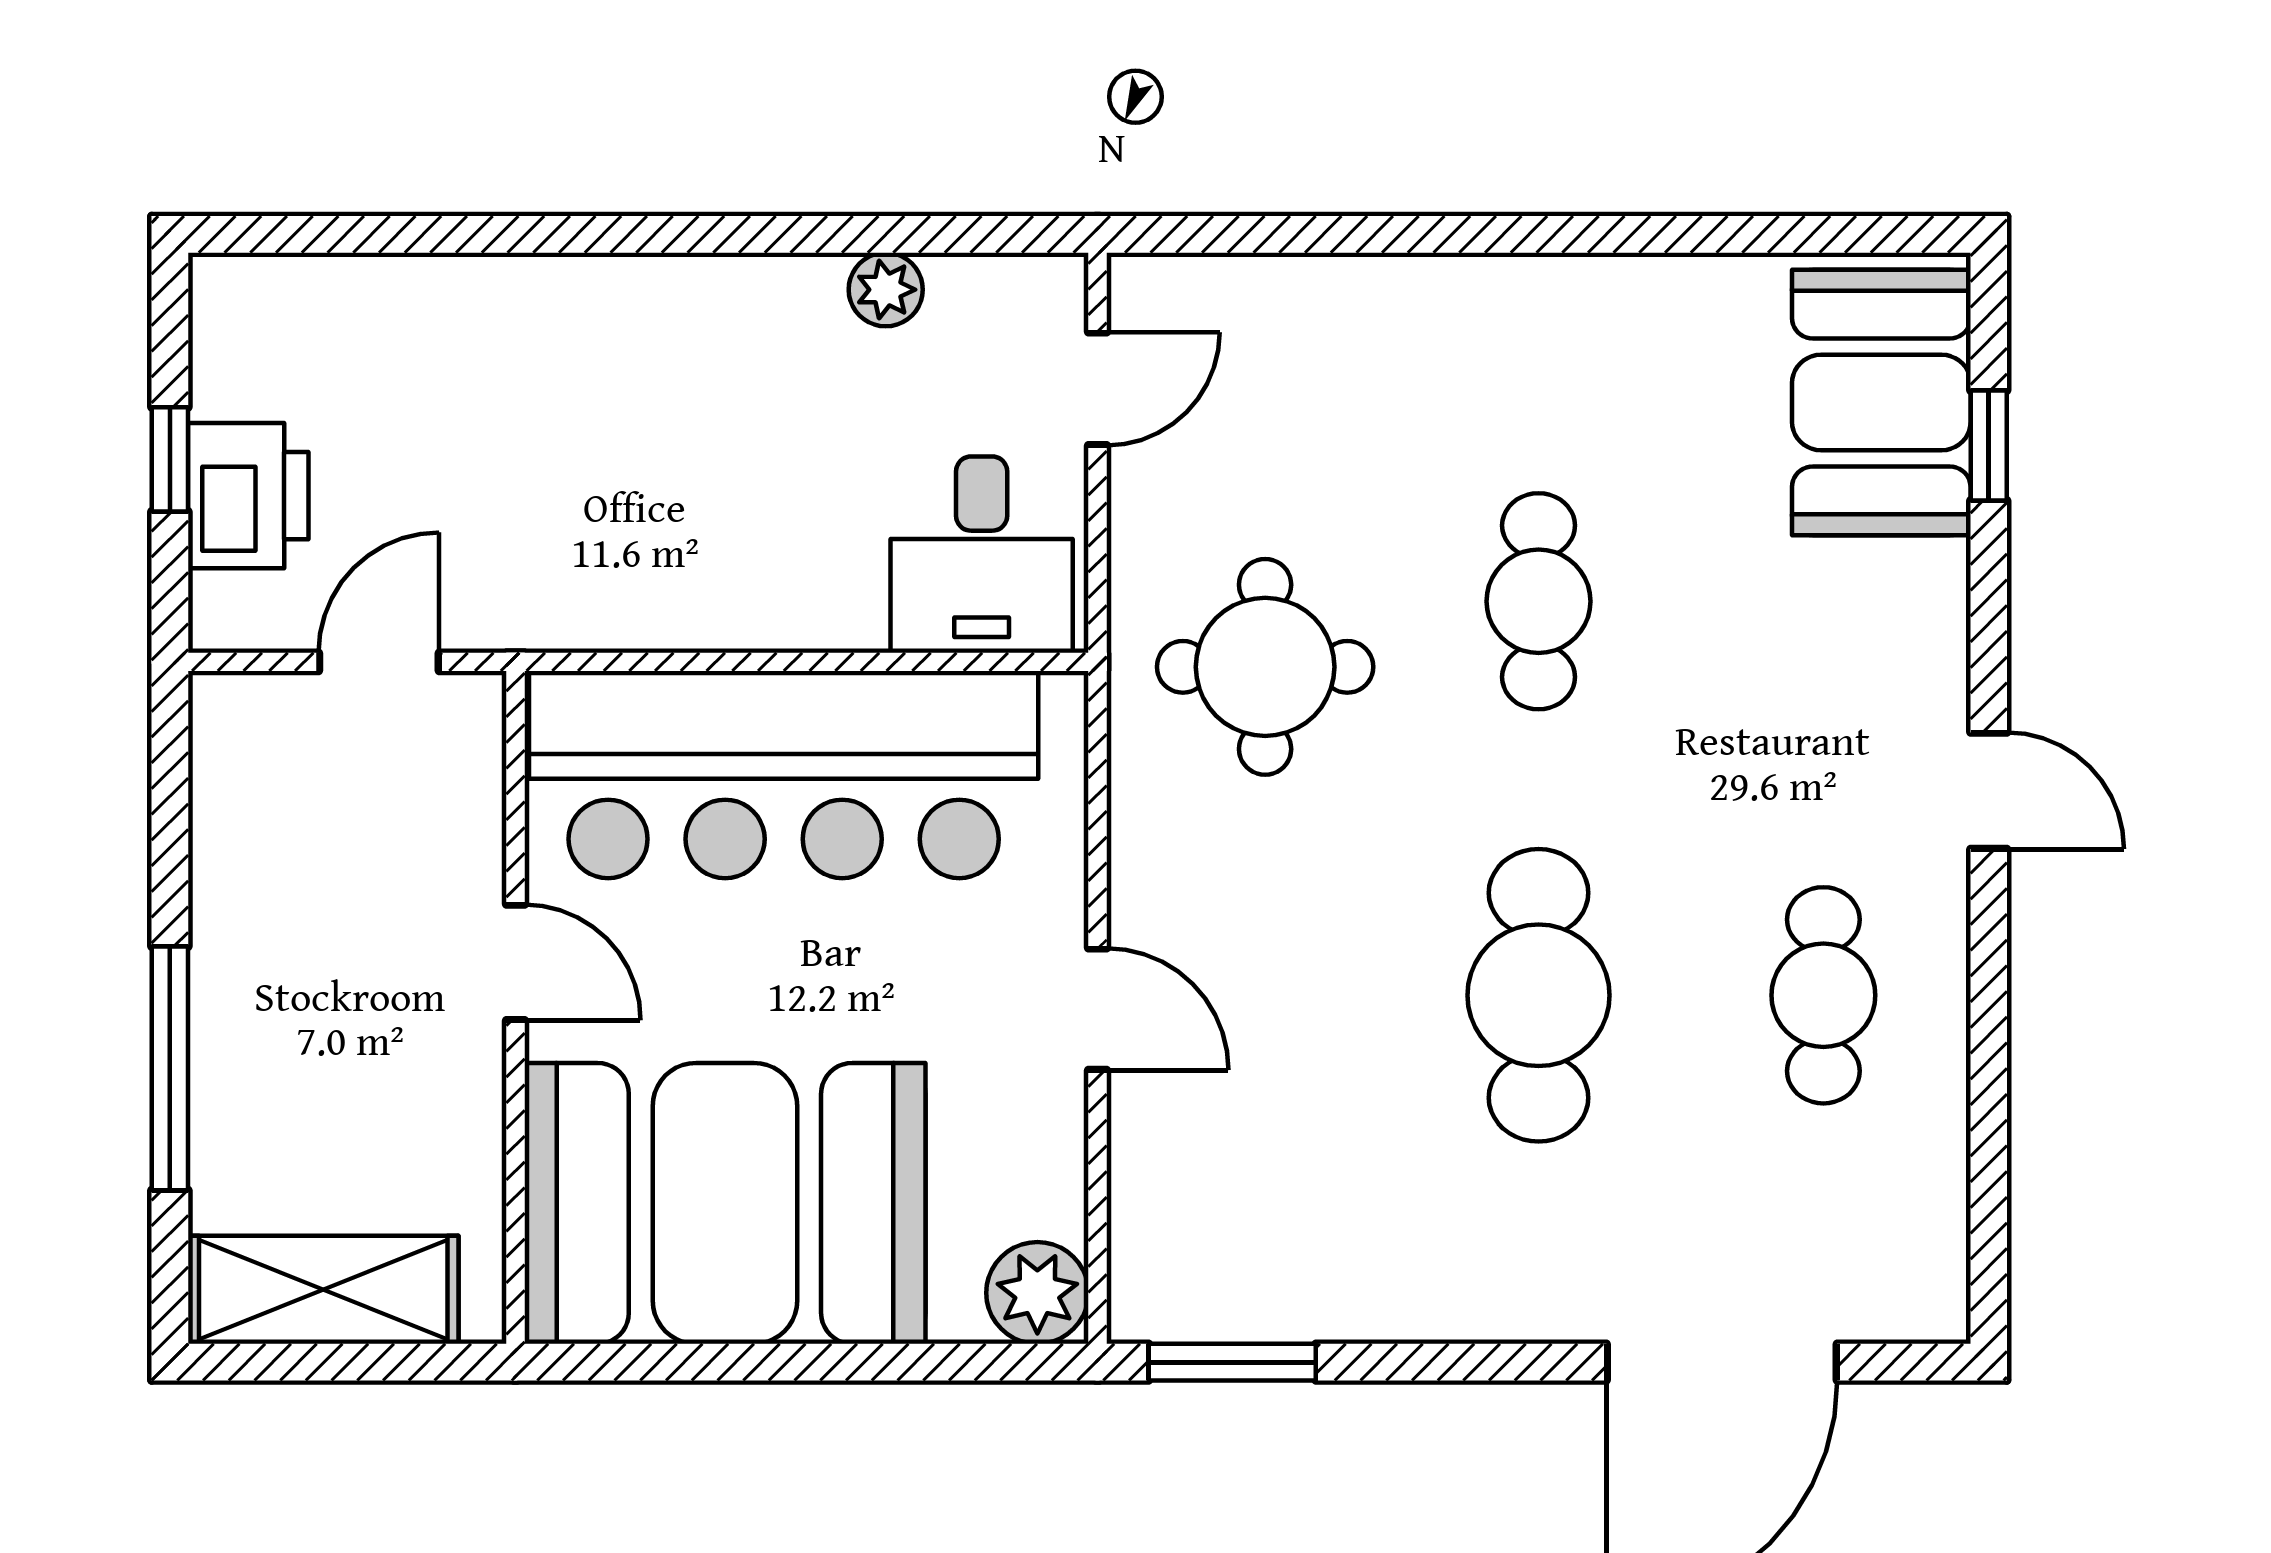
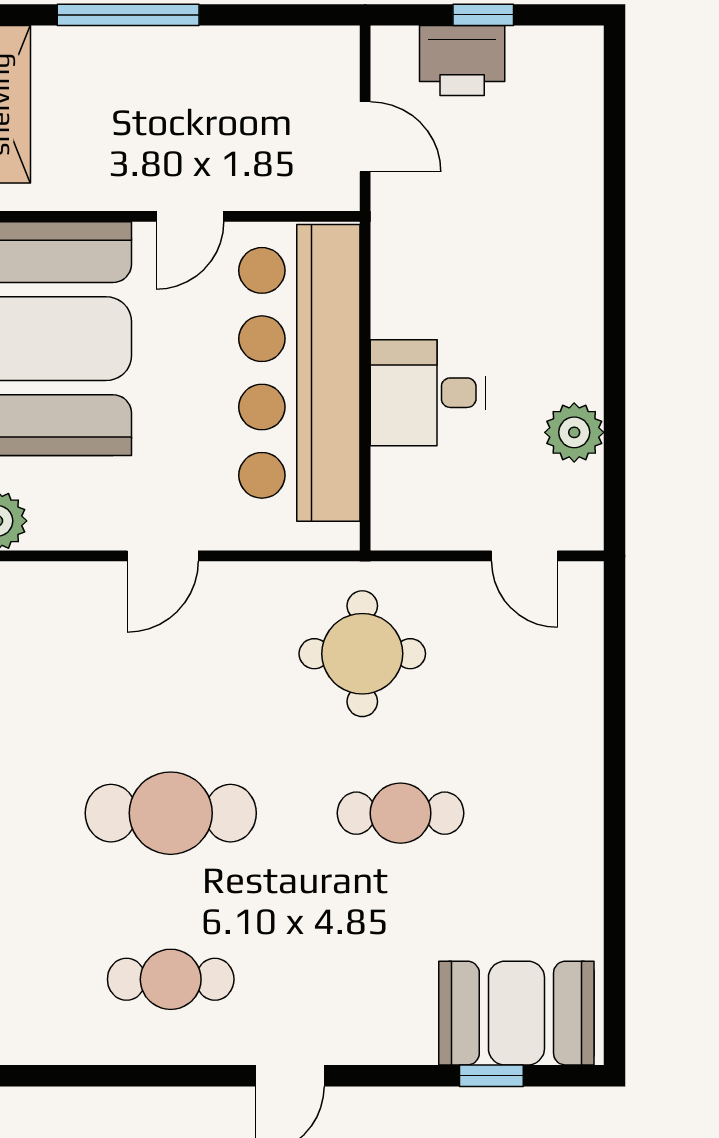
plant: (886, 290) -> (574, 432), width x1.38, depth x1.38
desk: (982, 555) -> (428, 393), moved

